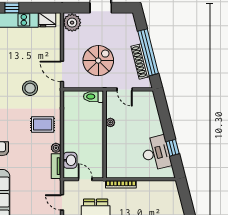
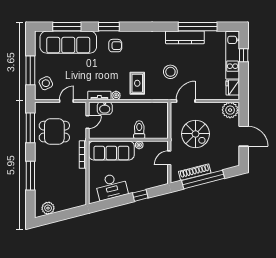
toilet: (93, 97) -> (139, 130), moved
window: (173, 148) -> (140, 195), moved
sofa: (116, 153) -> (111, 150), added

